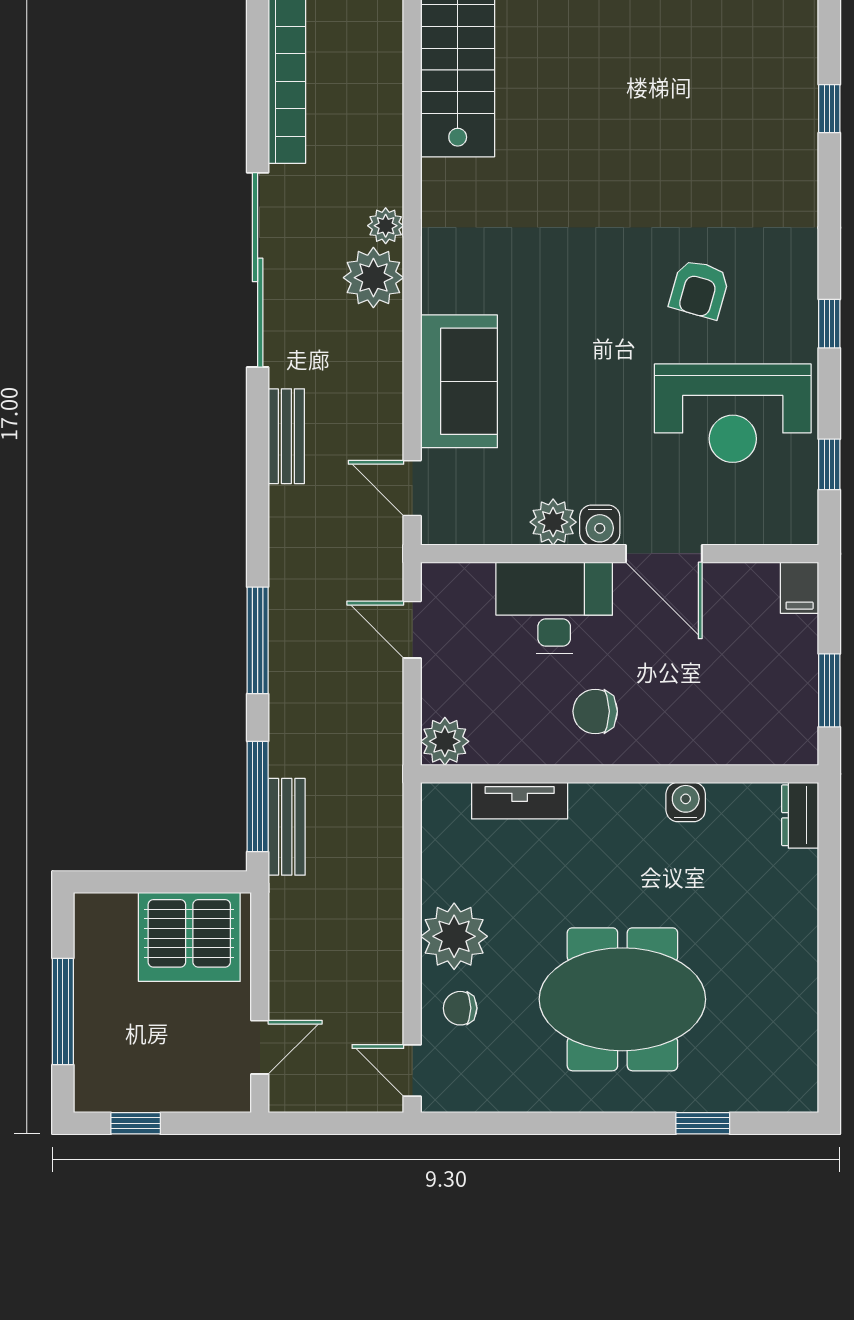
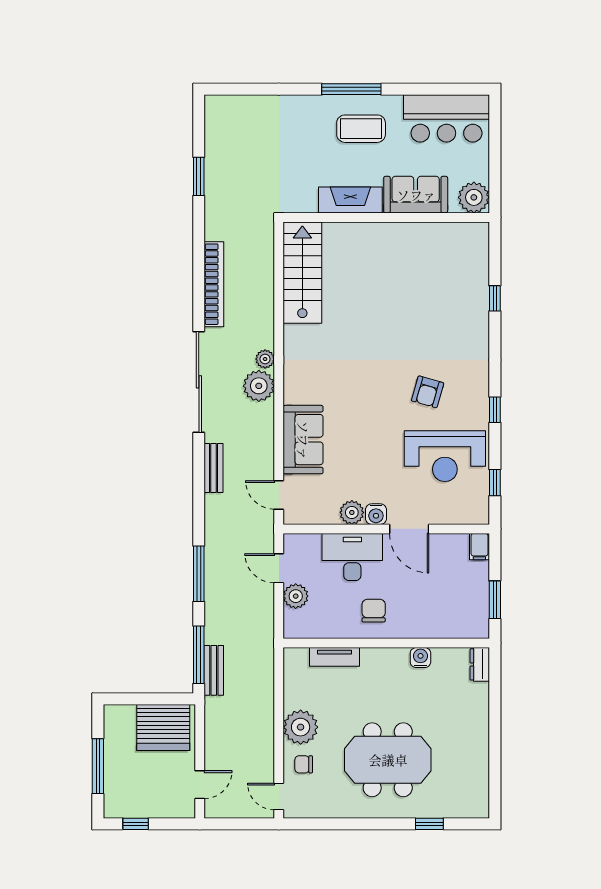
chair: (595, 711) -> (374, 611), turned 90
plant: (445, 741) -> (296, 596), moved

